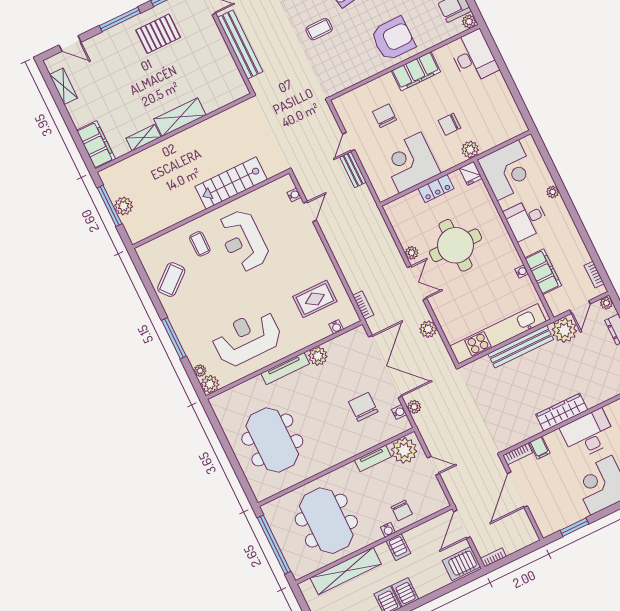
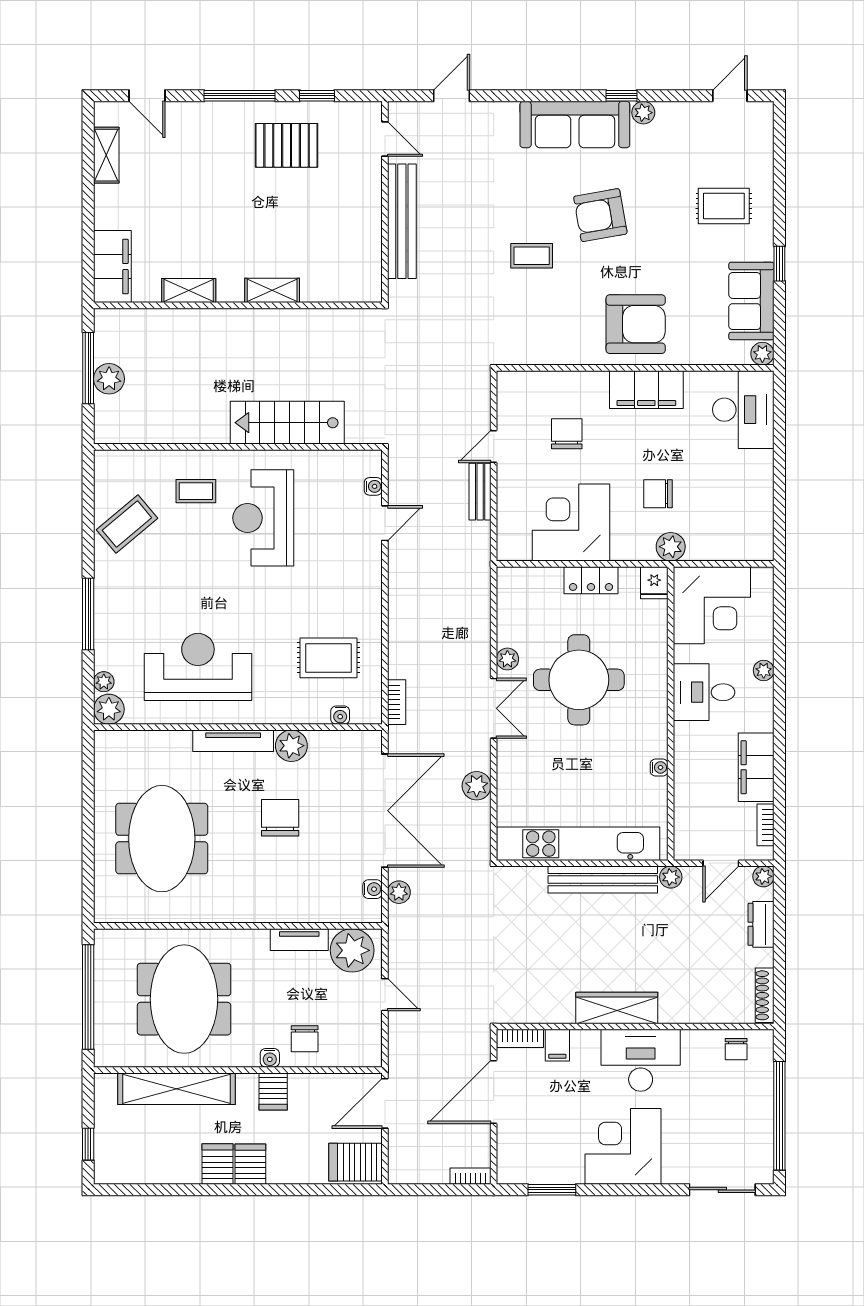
shelving: (180, 117) -> (272, 290), width x0.67, depth x0.75
coffee table: (200, 244) -> (196, 491), turned 90
filing cabinet: (543, 272) -> (756, 767), moved, turned 180
plant: (564, 330) -> (671, 877), width x0.53, depth x0.53
chair: (363, 407) -> (280, 818), moved
bookcase: (493, 557) -> (470, 1176), moved

